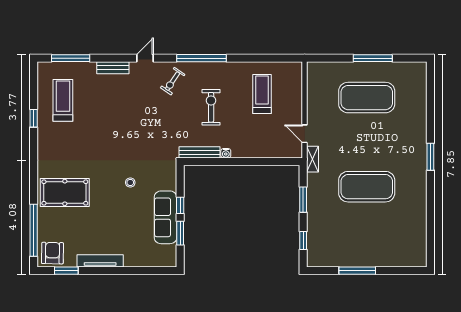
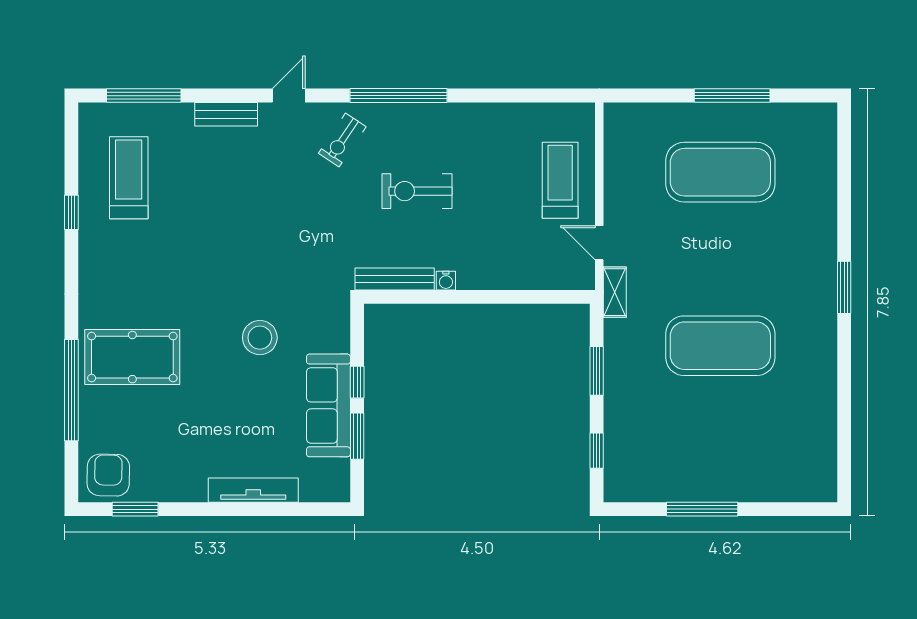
treadmill: (262, 94) -> (560, 180), moved
exercise bike: (211, 107) -> (417, 191), turned -90
stool: (130, 182) -> (260, 338), width x1.89, depth x1.89
window: (34, 230) -> (71, 390), moved
tv unit: (100, 261) -> (253, 490), moved

